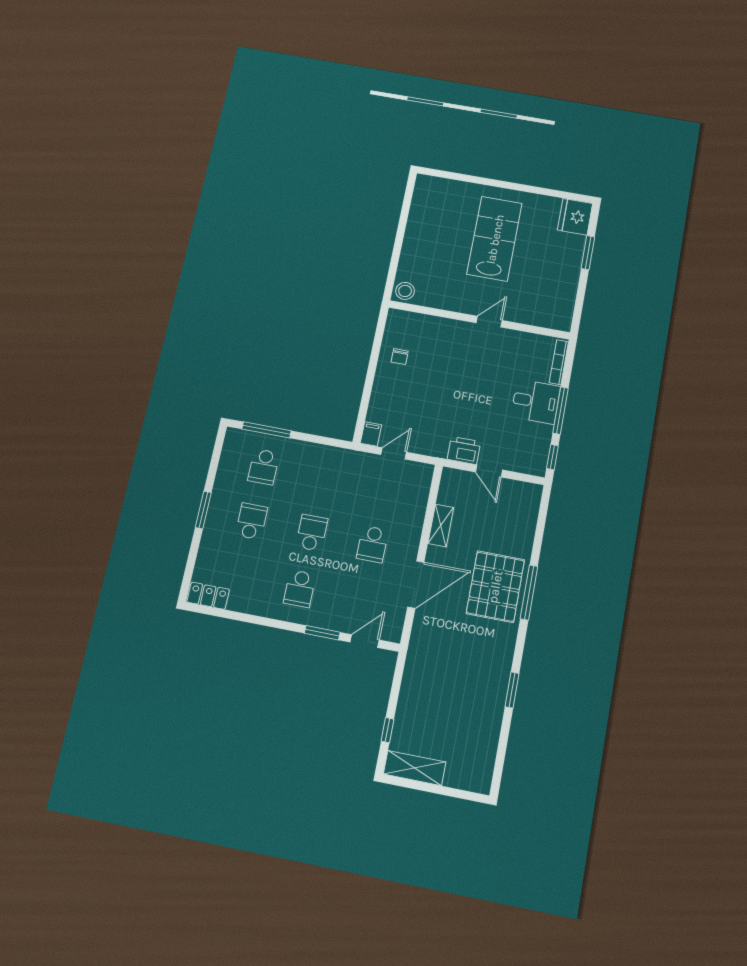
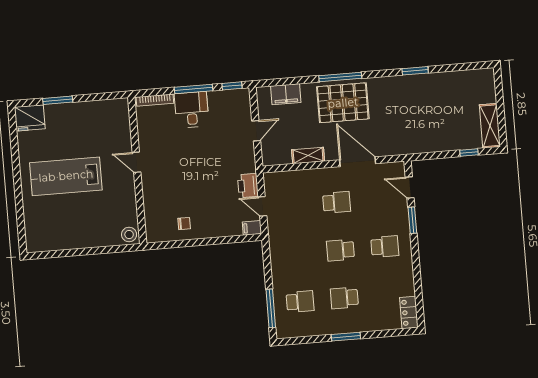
printer: (464, 450) -> (248, 186), moved
filing cabinet: (525, 519) -> (286, 94), added

